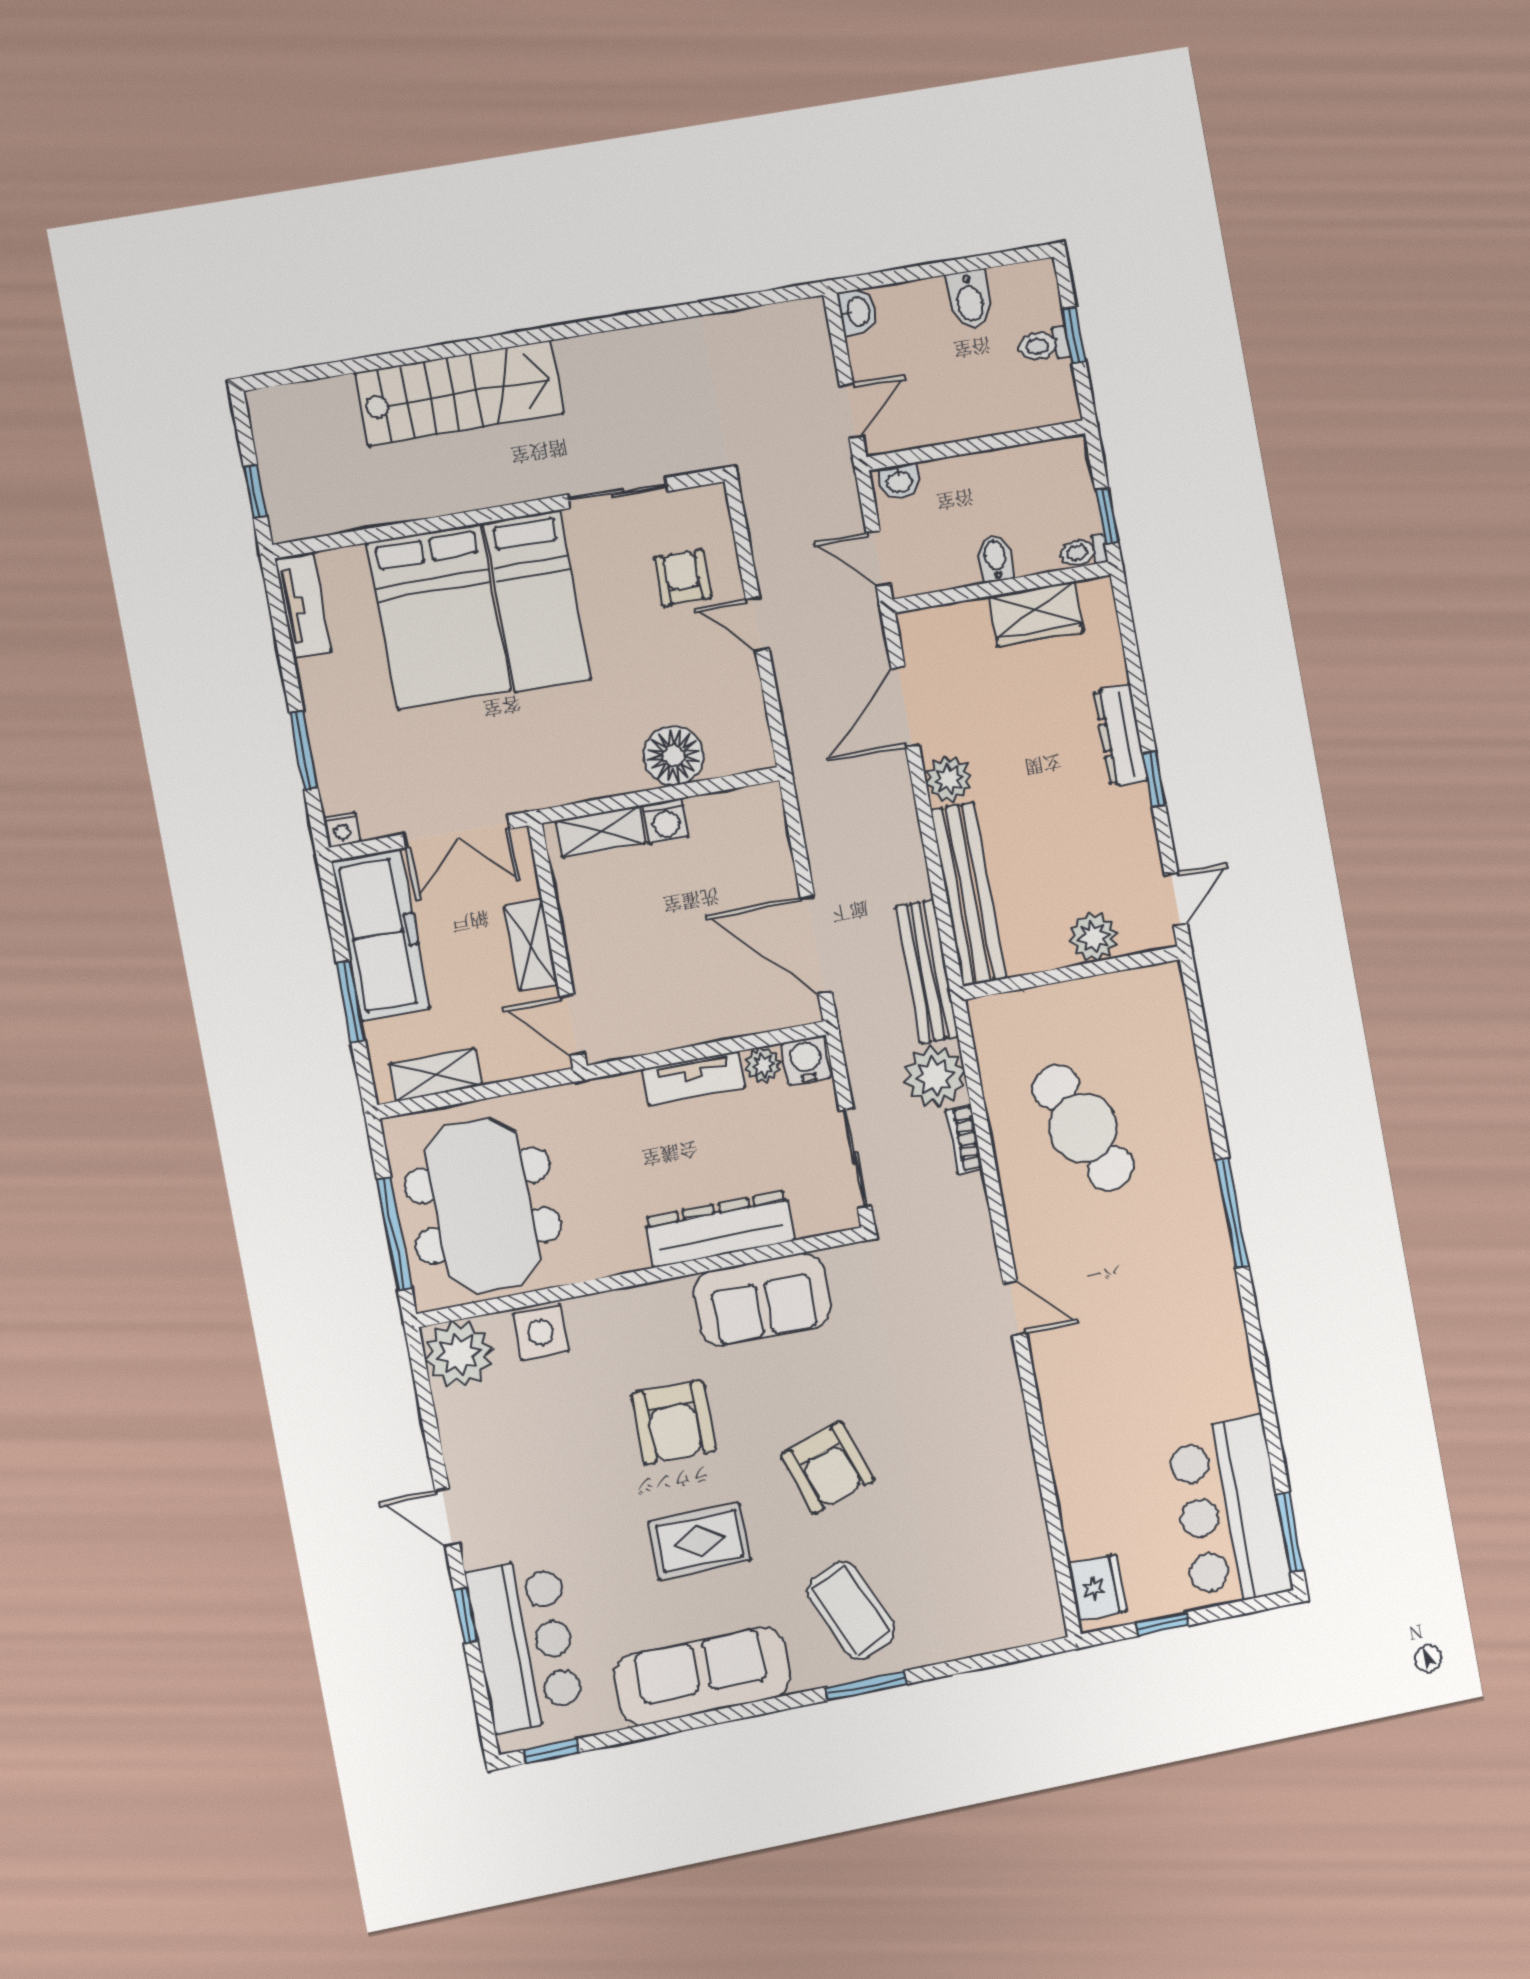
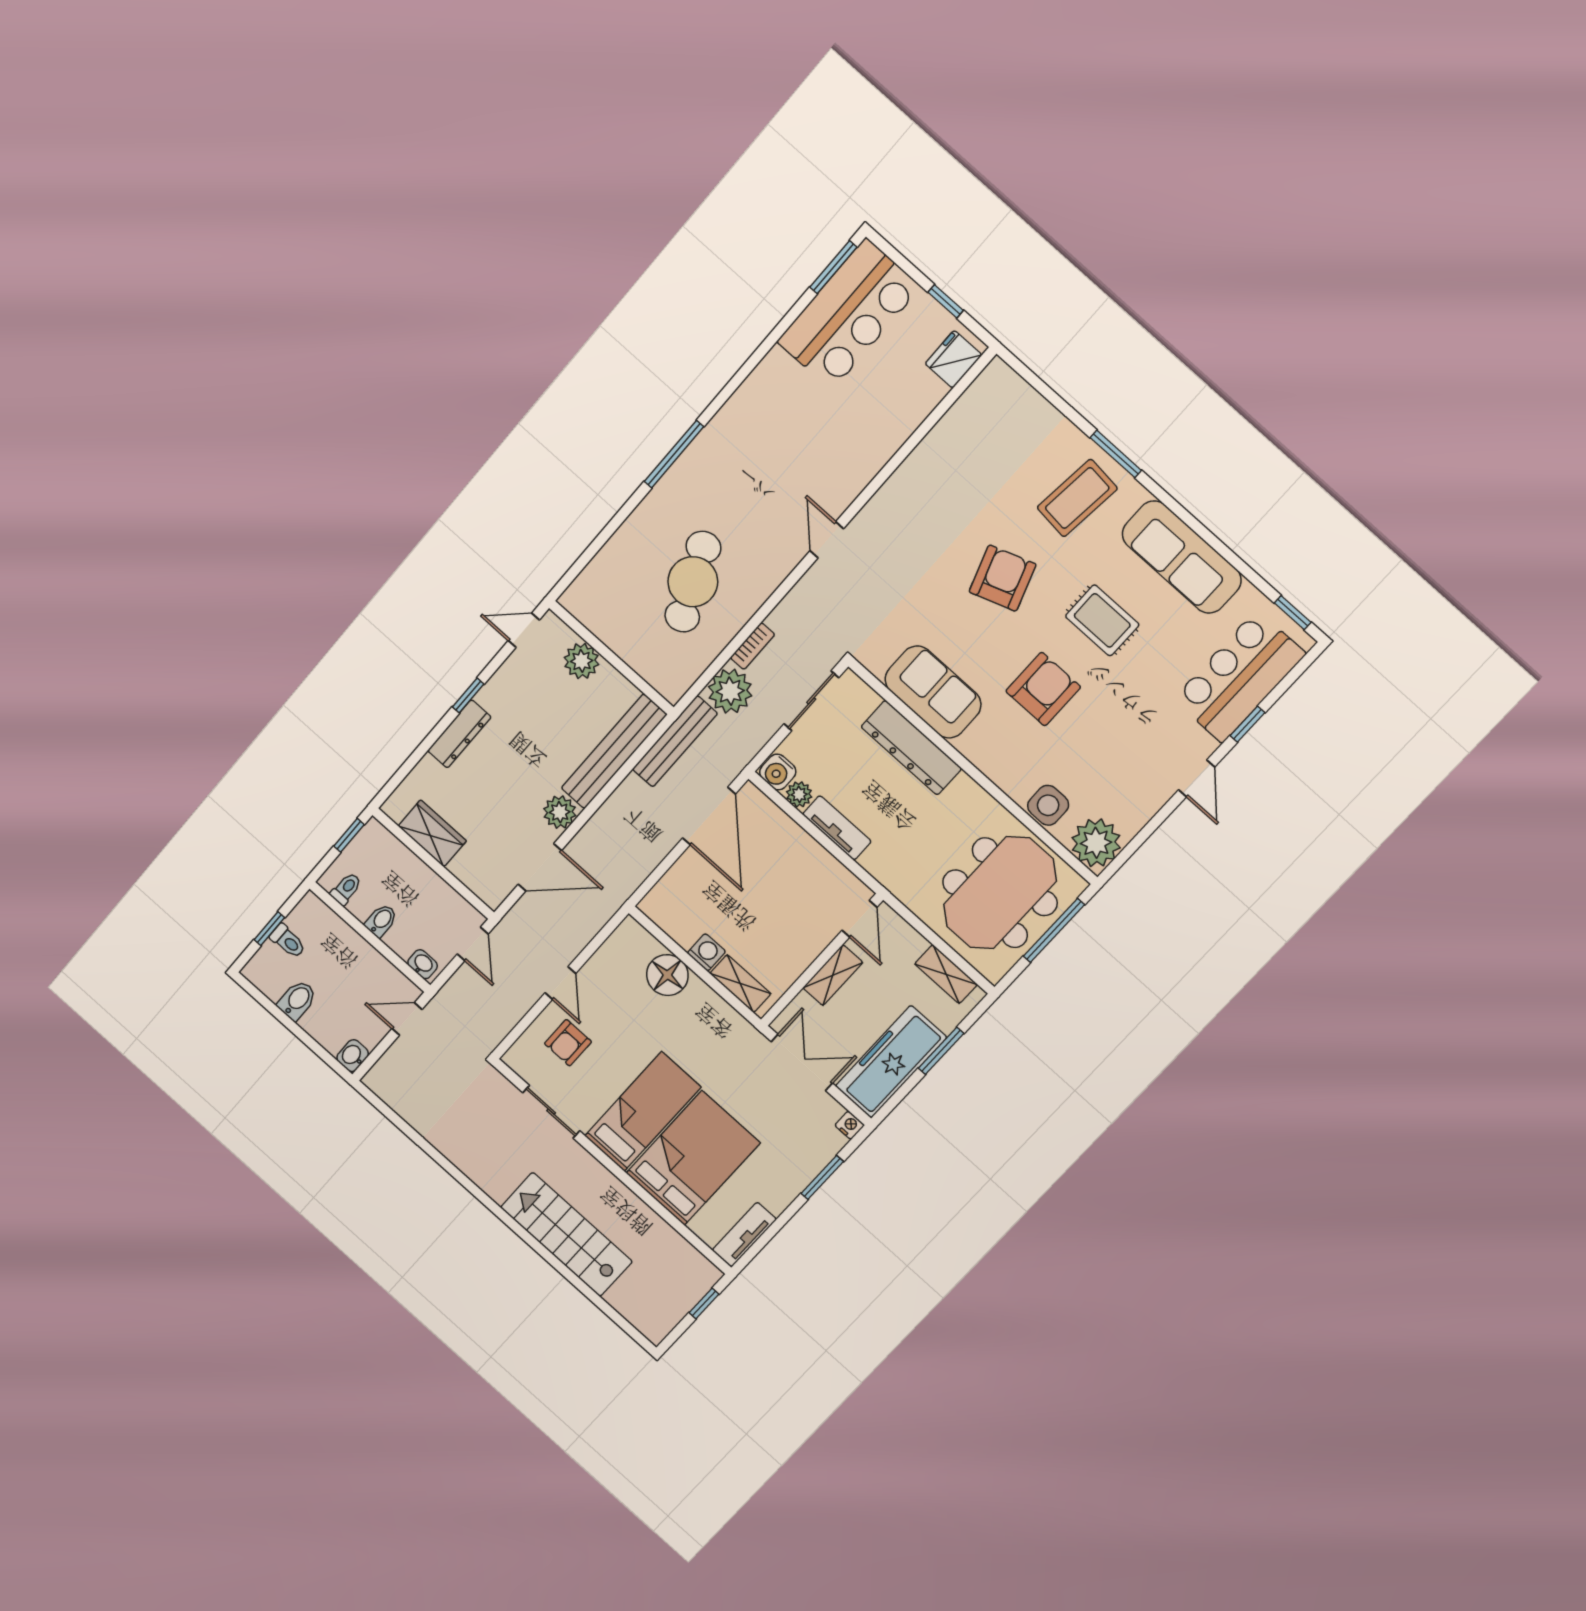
toilet: (1083, 552) -> (346, 889), moved, turned -90
bidet: (995, 558) -> (381, 920), moved, turned 180
coffee table: (851, 1611) -> (1077, 498), turned 30

